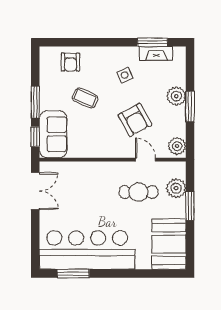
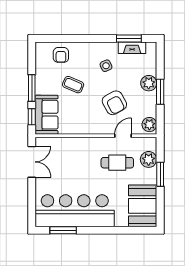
door: (145, 160) -> (123, 136), hinge flipped

